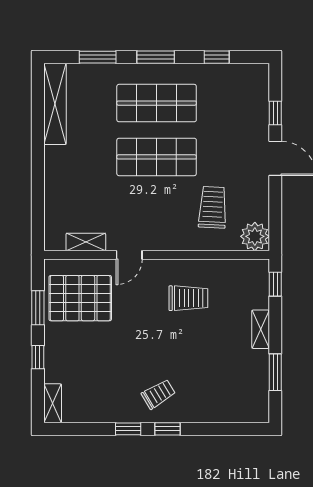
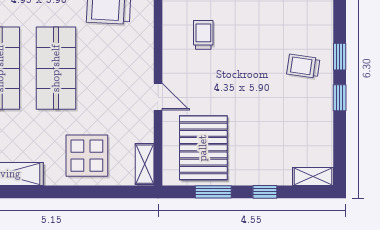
display table: (73, 187) -> (87, 156), added
shelving: (86, 242) -> (145, 164), moved
trolley: (188, 298) -> (203, 35), width x0.73, depth x0.72
trolley: (158, 394) -> (303, 66), turned -51

